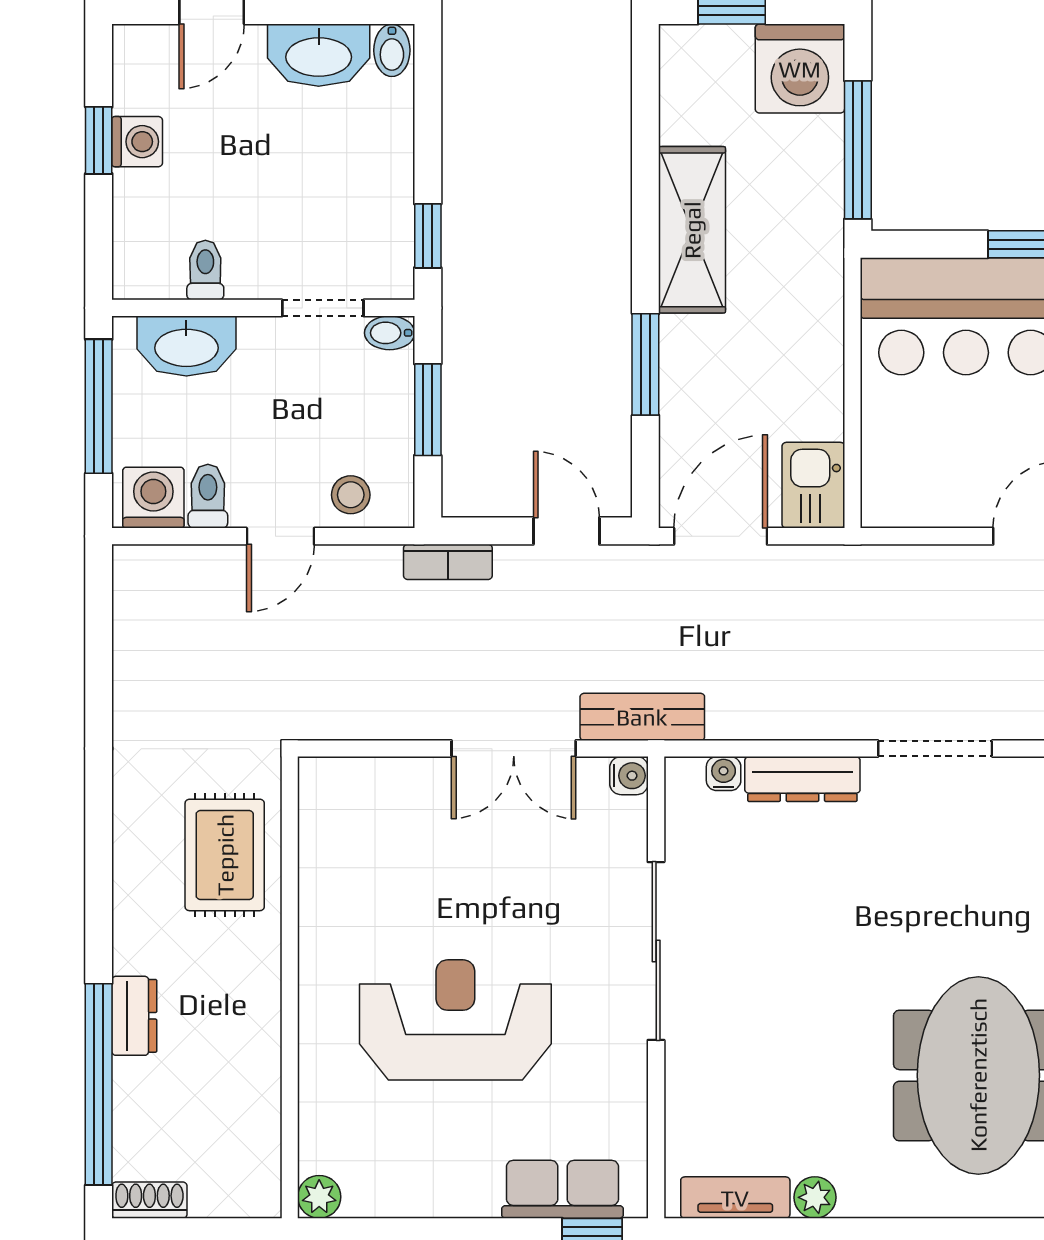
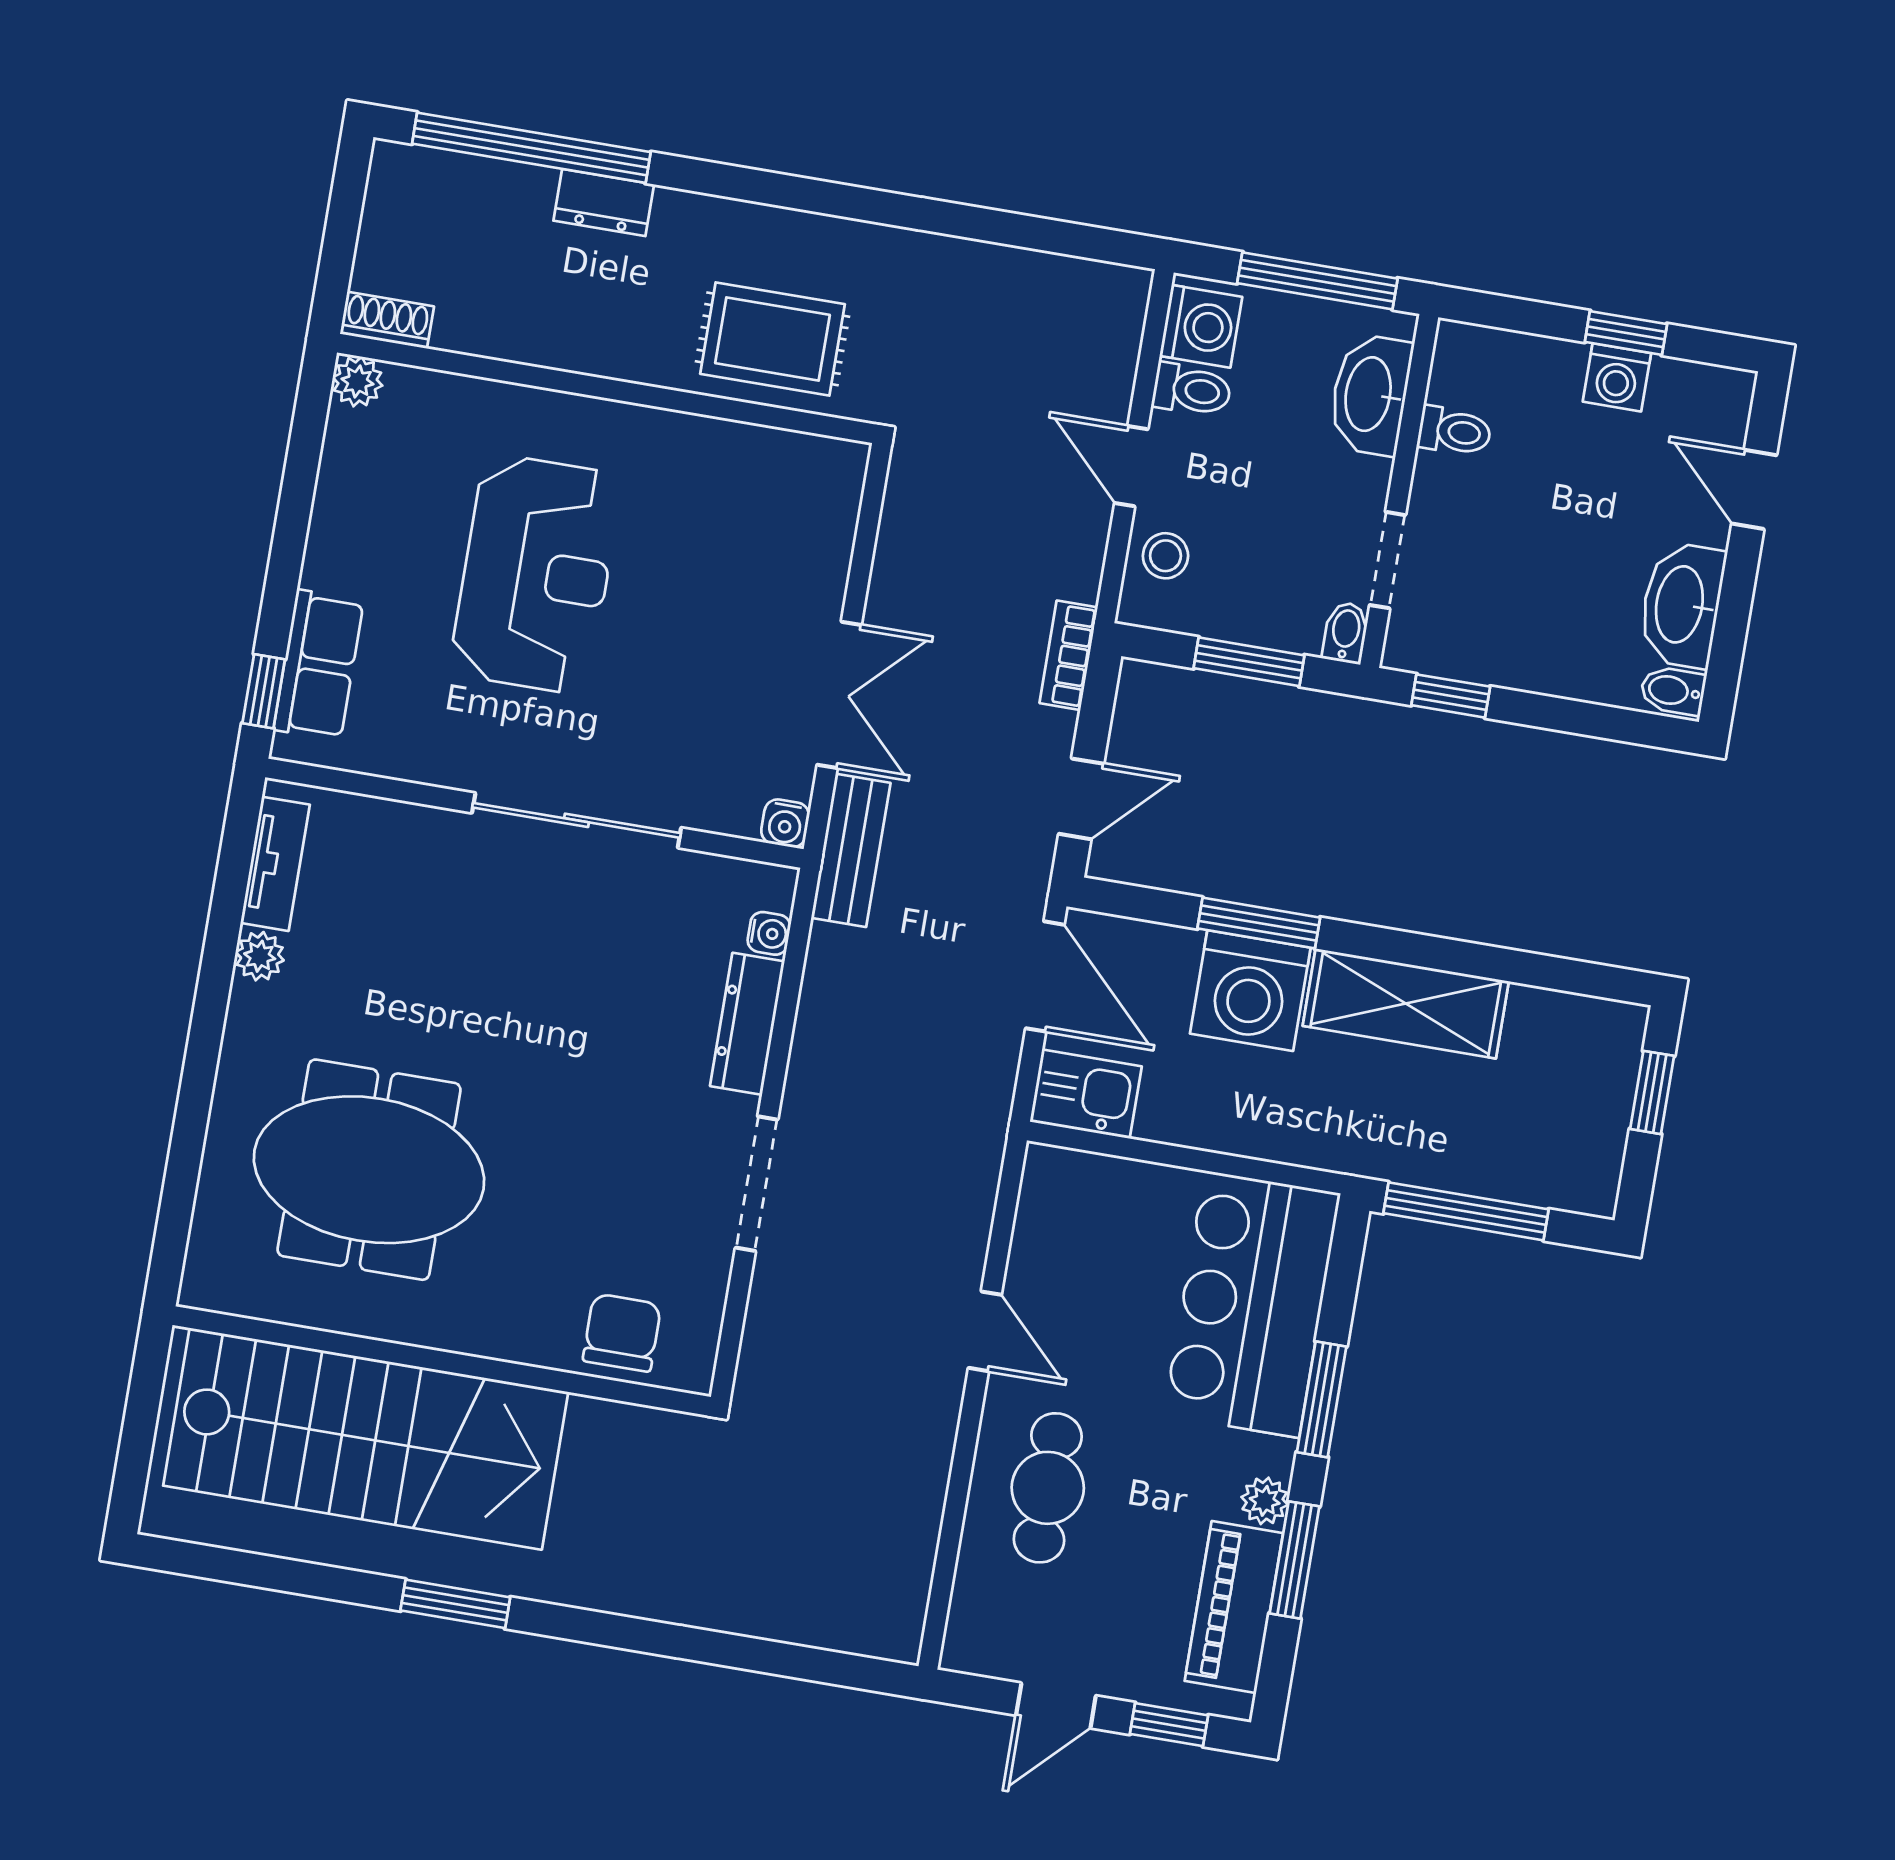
washing machine: (800, 69) -> (1250, 991), moved, turned -90
double door: (514, 749) -> (839, 695), swing flipped
shoe rack: (149, 1200) -> (387, 320), moved, turned -90

